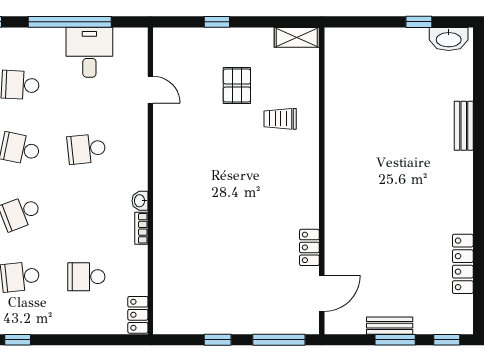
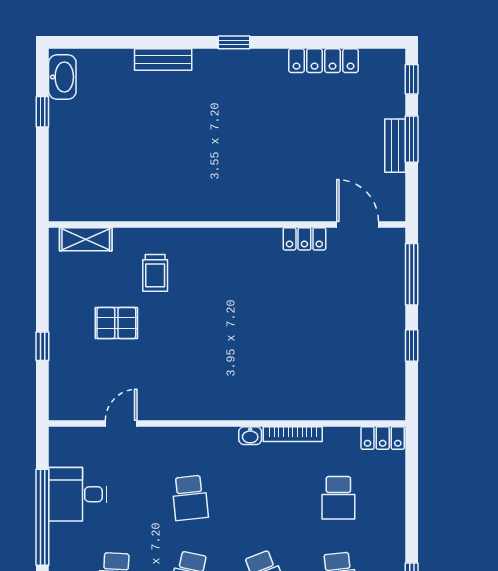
shelving: (297, 37) -> (86, 239), moved, turned 90
window: (478, 187) -> (234, 42), added
bookcase: (141, 228) -> (293, 434), width x1.56

